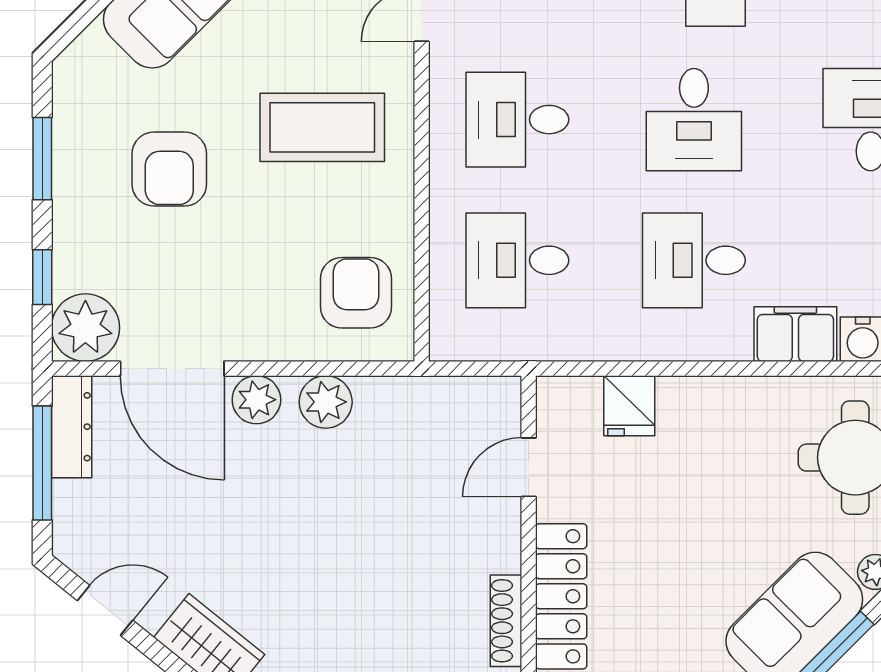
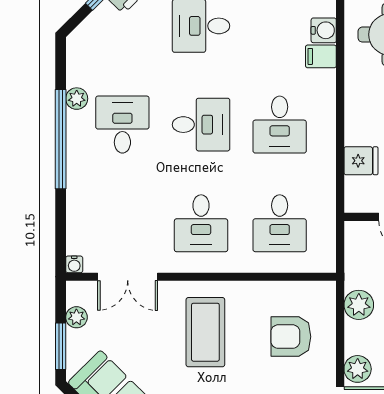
armchair: (356, 293) -> (291, 337), moved
filing cabinet: (795, 334) -> (321, 56), width x0.50
plant: (326, 402) -> (359, 305), moved

